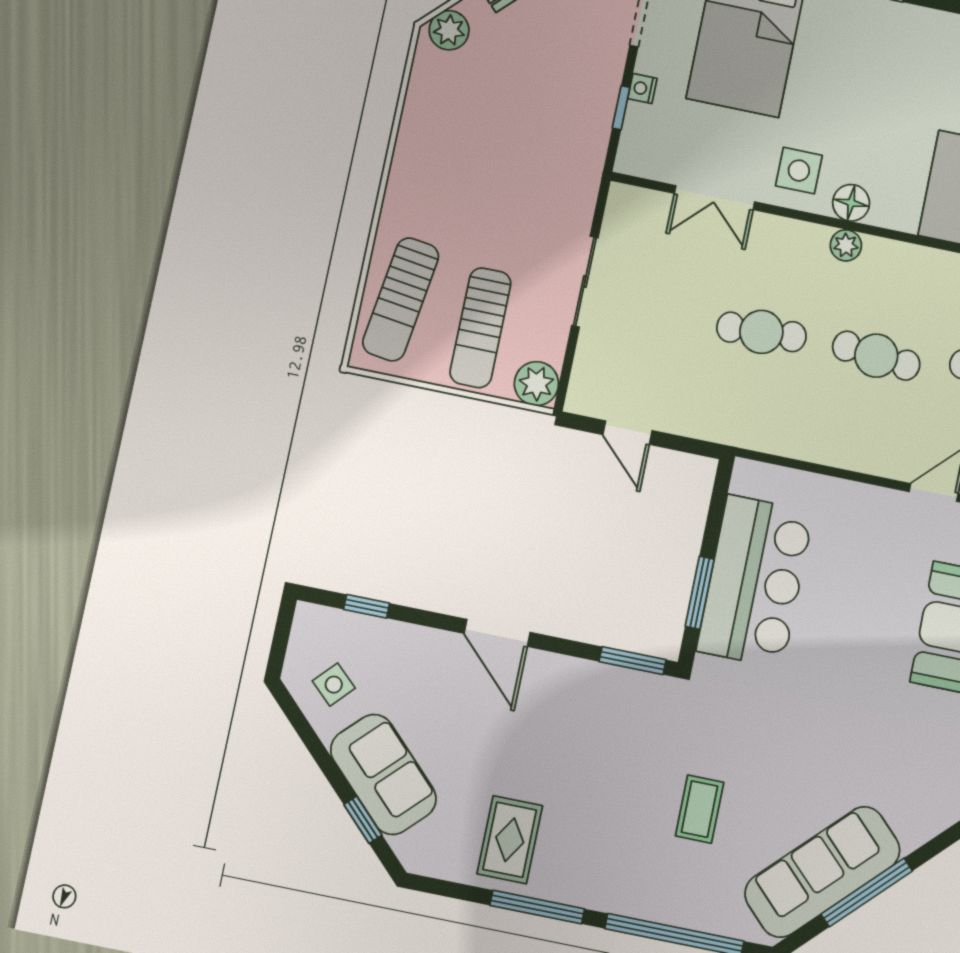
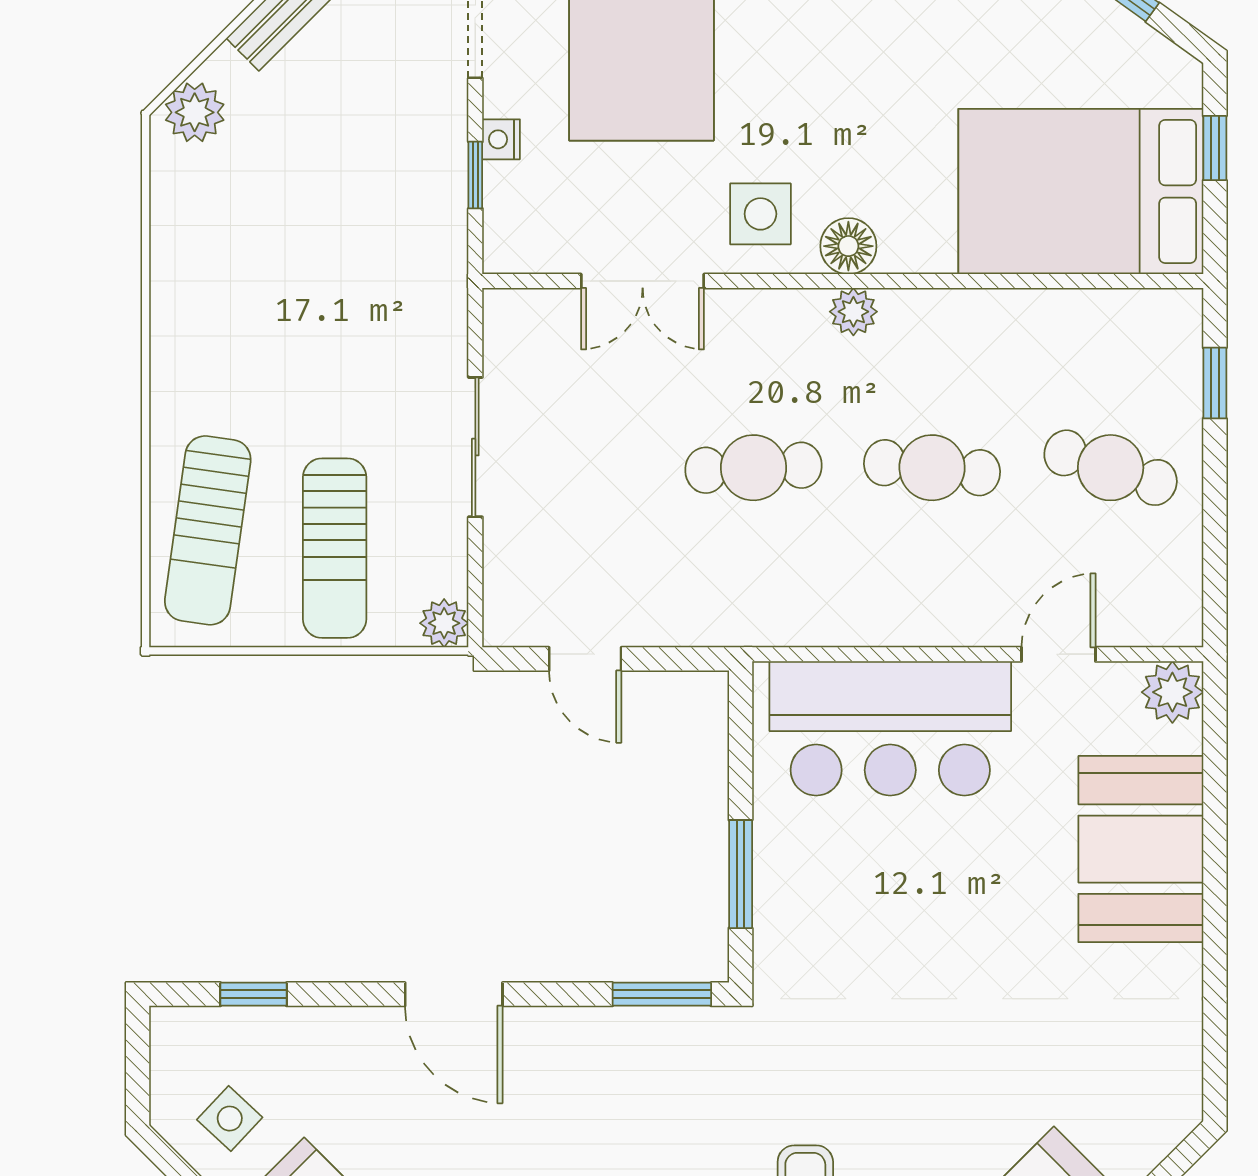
plant: (536, 384) -> (444, 623), width x0.73, depth x0.73
bar counter: (755, 581) -> (890, 728), moved, turned 90

